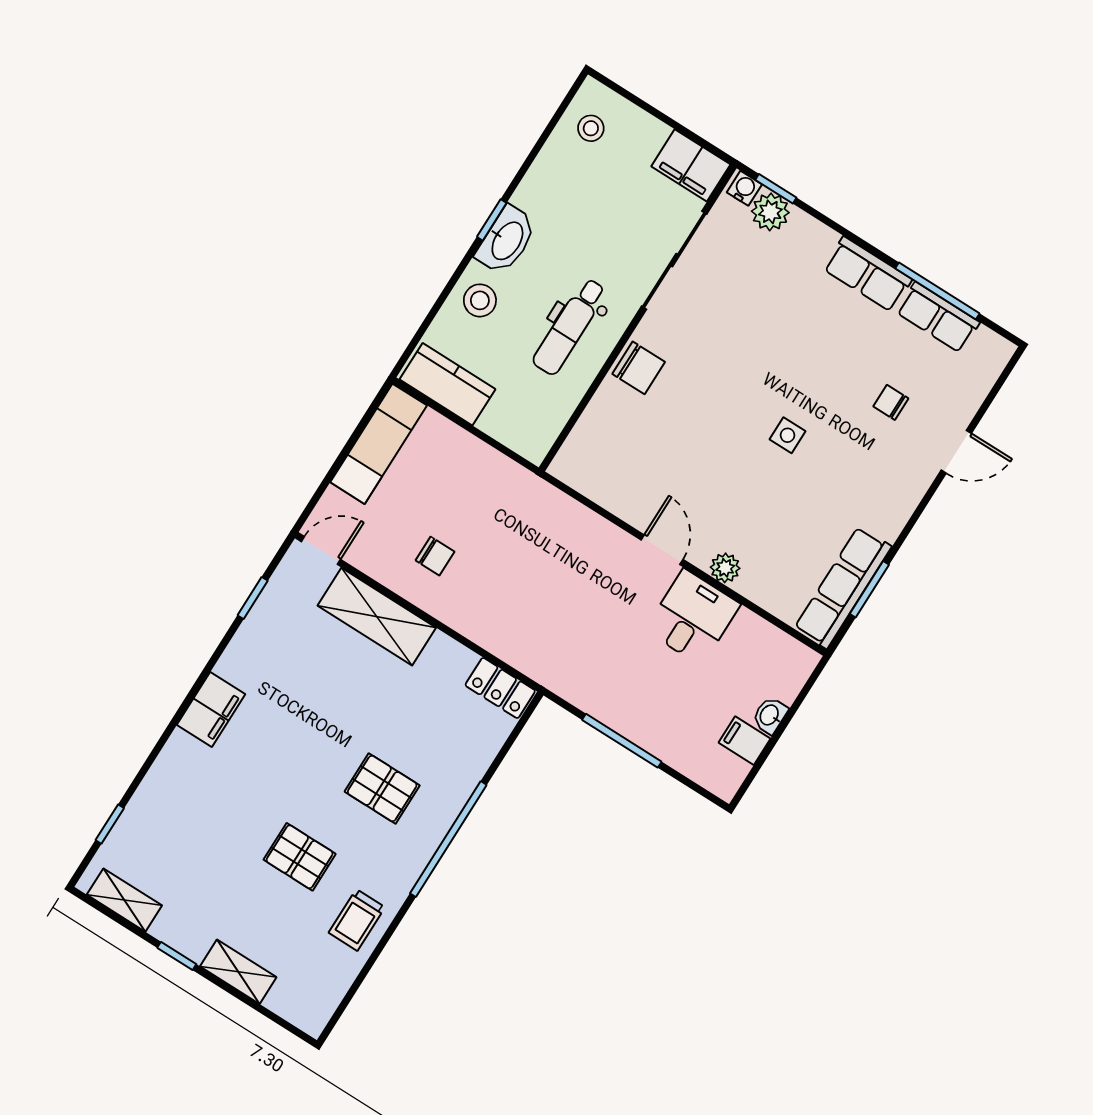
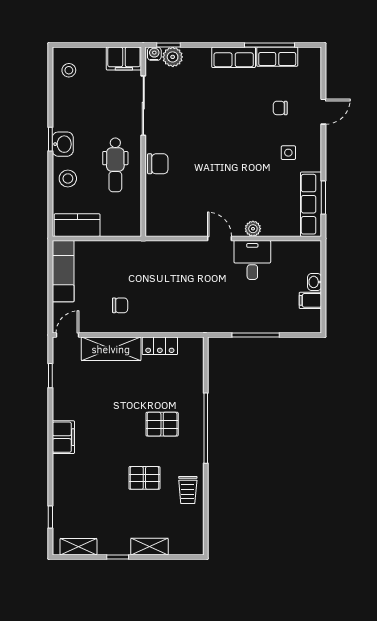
washbasin: (506, 240) -> (63, 144), width x0.72
side table: (787, 435) -> (288, 153), moved
locker: (500, 688) -> (160, 346), moved

